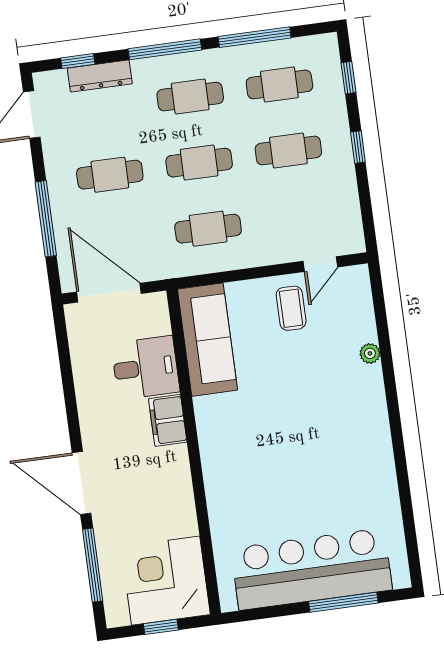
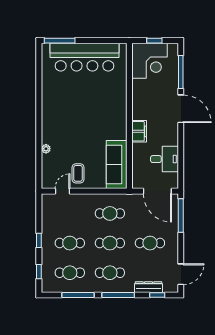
window: (46, 219) -> (181, 215), moved
desk: (145, 368) -> (165, 159), moved, turned 180
window: (343, 602) -> (60, 41), moved

